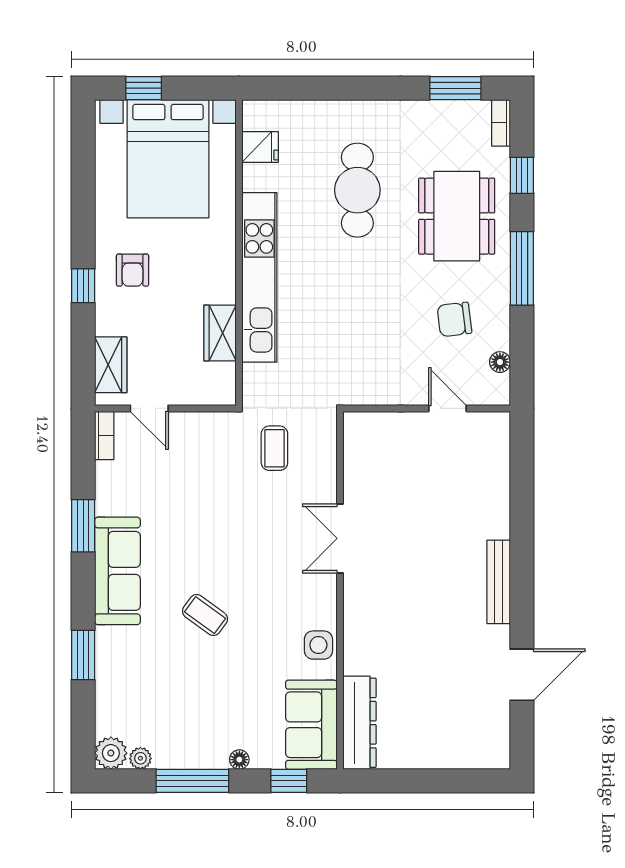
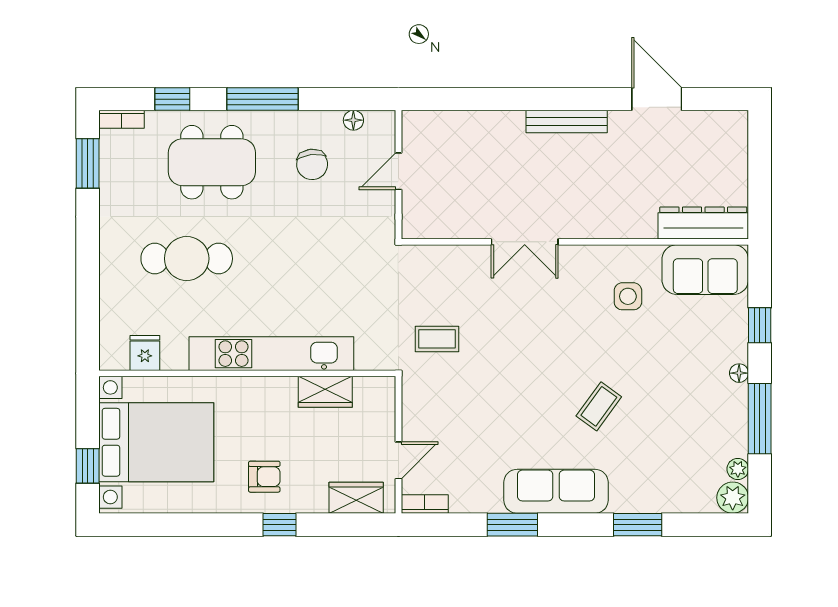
double door: (340, 538) -> (525, 242), moved
wall: (340, 590) -> (575, 242), moved
dresser: (359, 723) -> (703, 223), moved
sofa: (311, 725) -> (705, 270), moved

